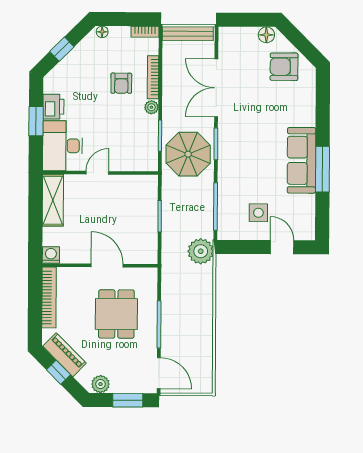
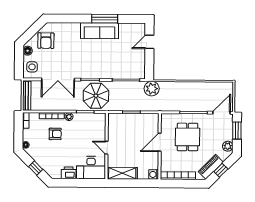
window: (36, 121) -> (77, 183), removed
side table: (258, 213) -> (32, 67), moved
dining table: (116, 314) -> (188, 137), turned 90

